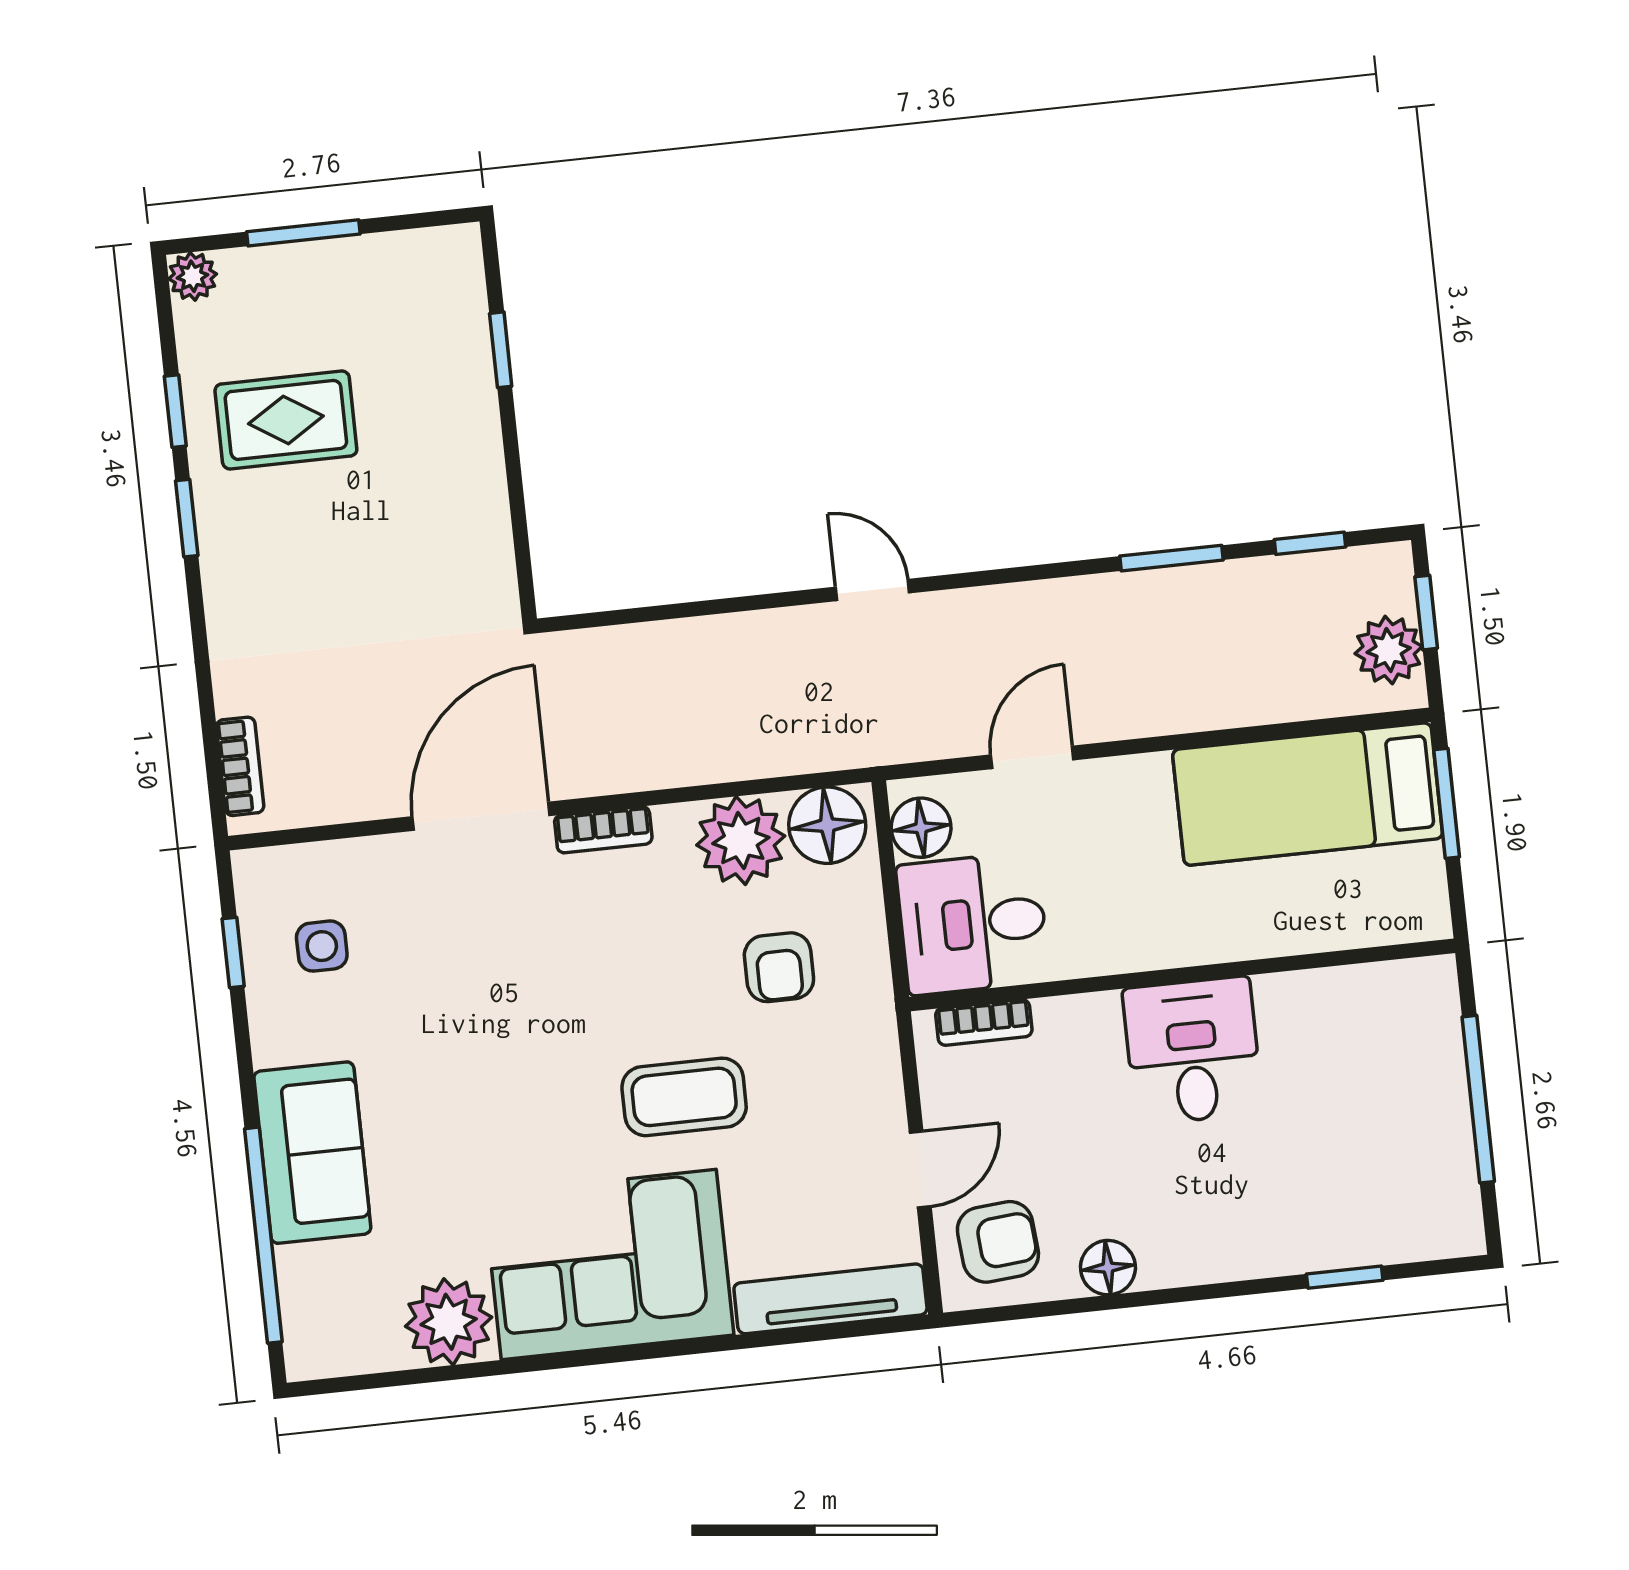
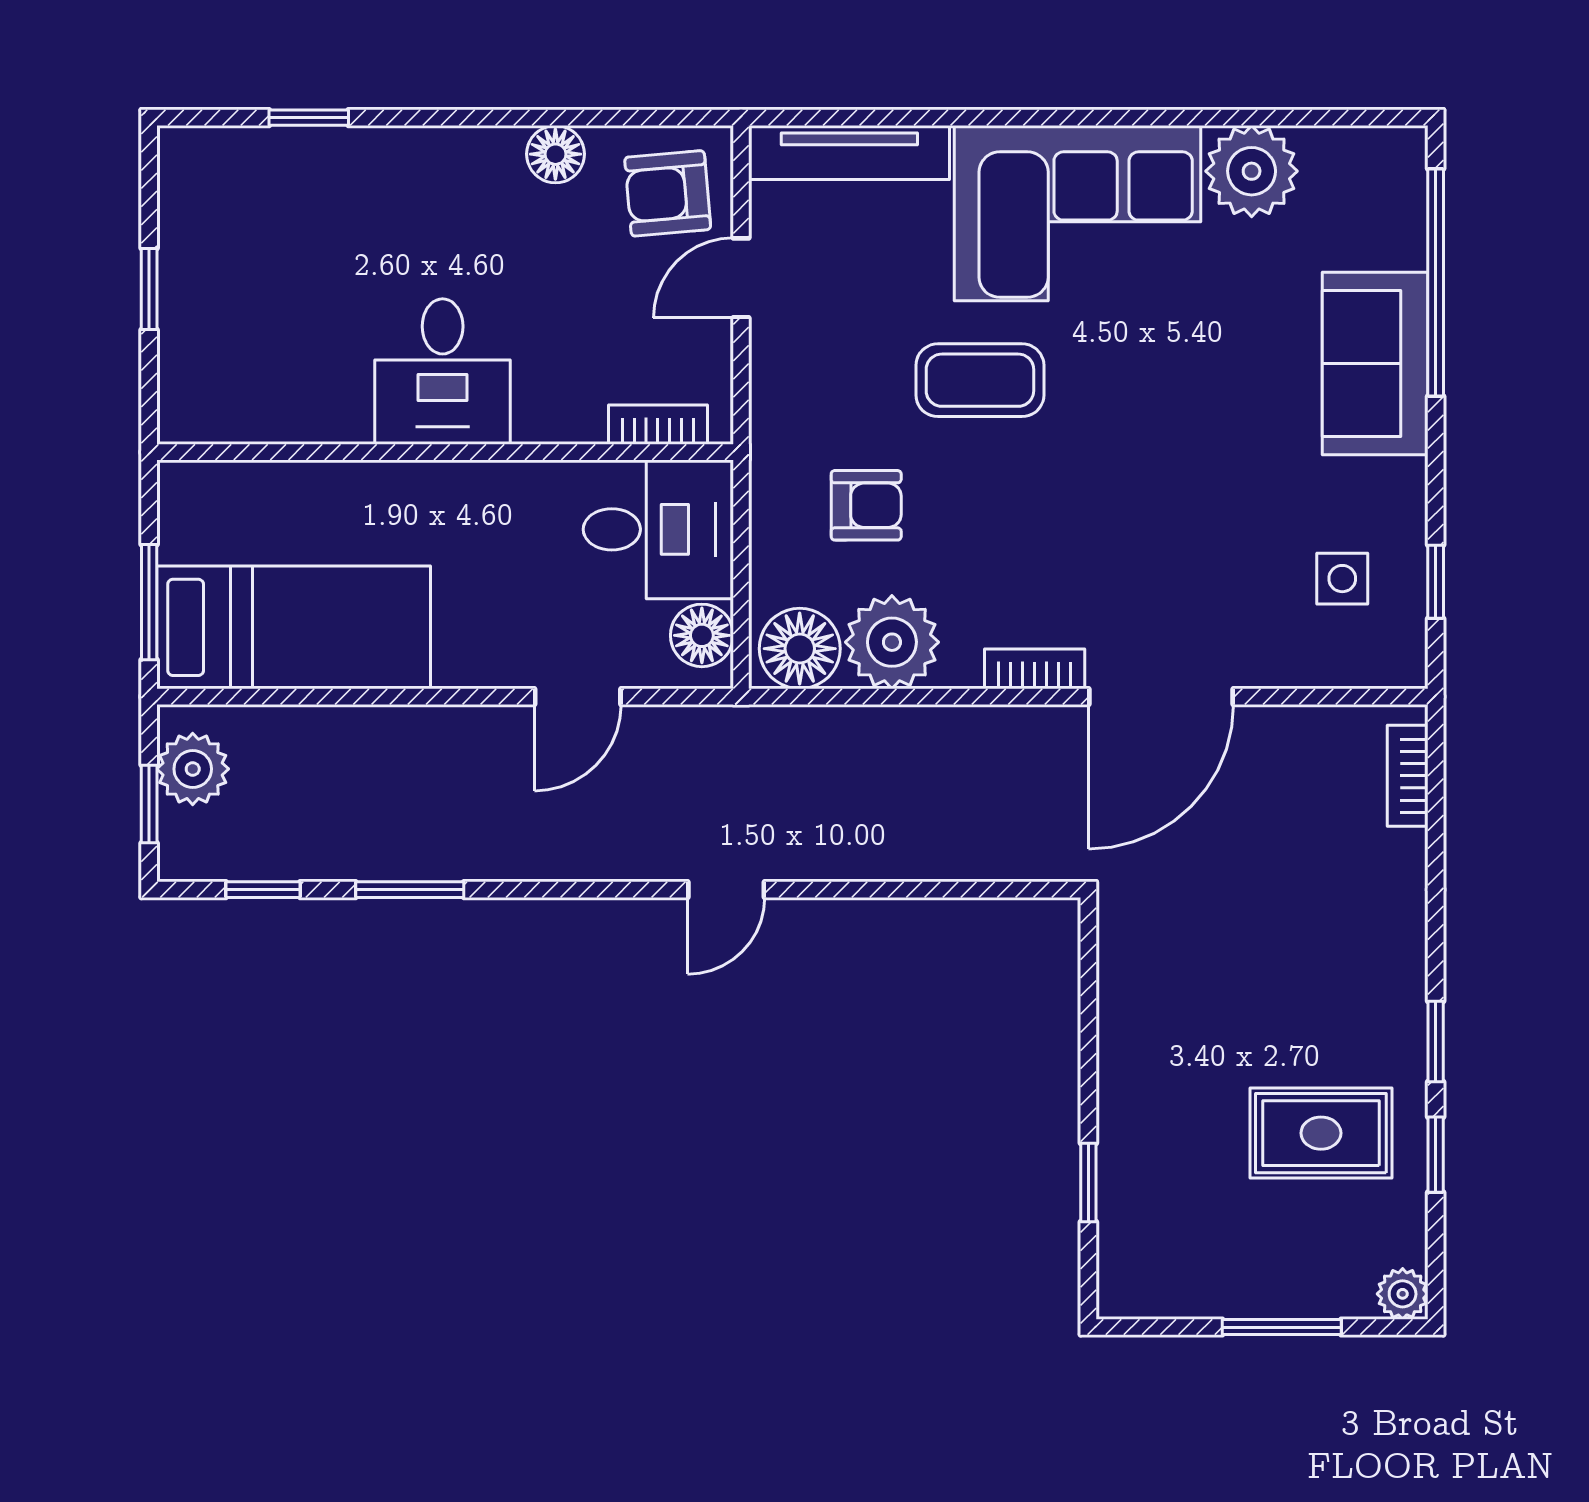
door: (872, 590) -> (726, 890), hinge flipped
armchair: (779, 967) -> (866, 505), turned 90
window: (1478, 1099) -> (149, 289), width x0.46

